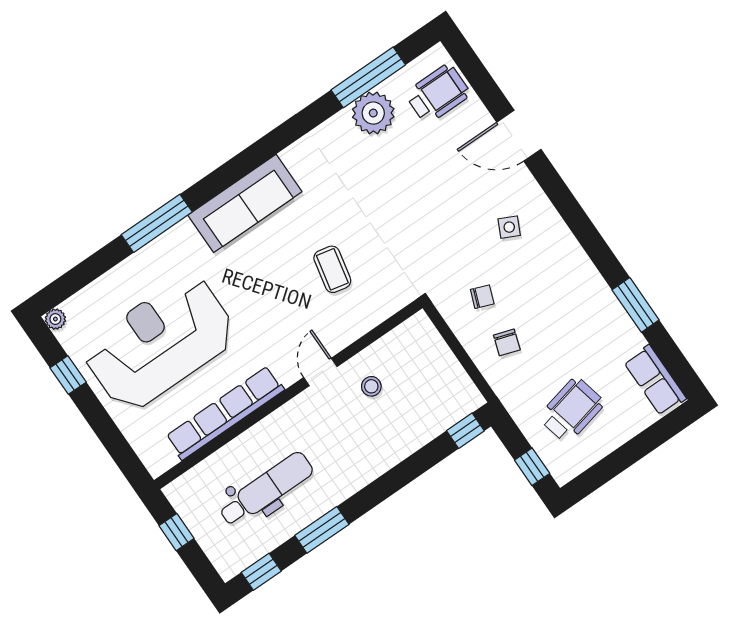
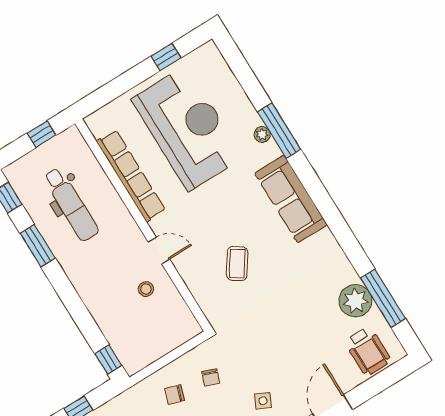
coffee table: (332, 269) -> (237, 264), turned -68
plant: (55, 319) -> (262, 134), moved

